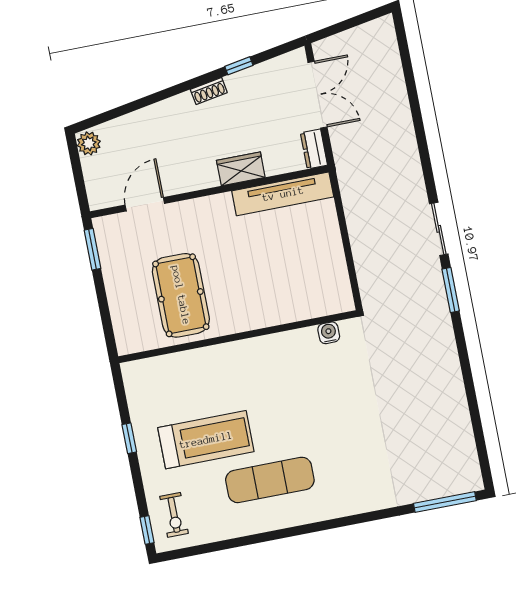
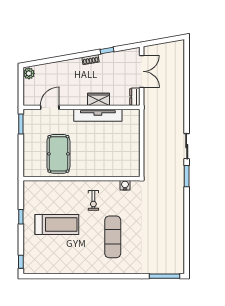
tv unit: (283, 194) -> (98, 115), moved
exercise mat: (270, 480) -> (113, 237), moved, turned 90
exercise bike: (174, 515) -> (93, 200), moved

